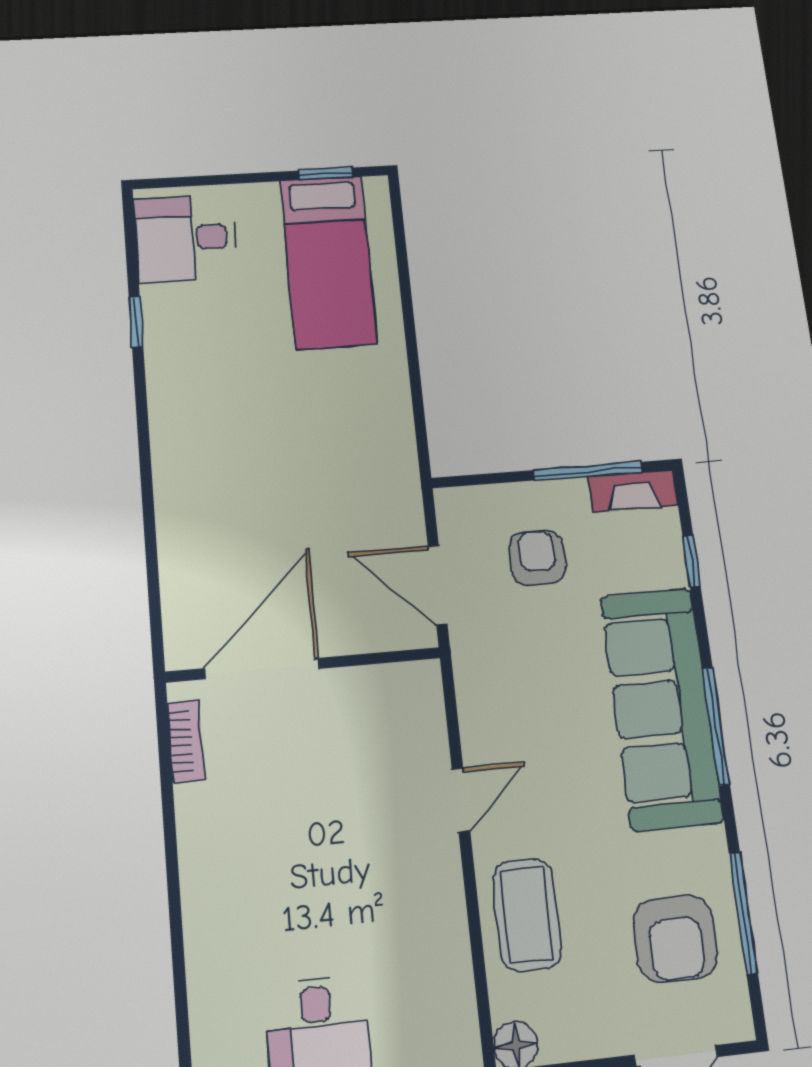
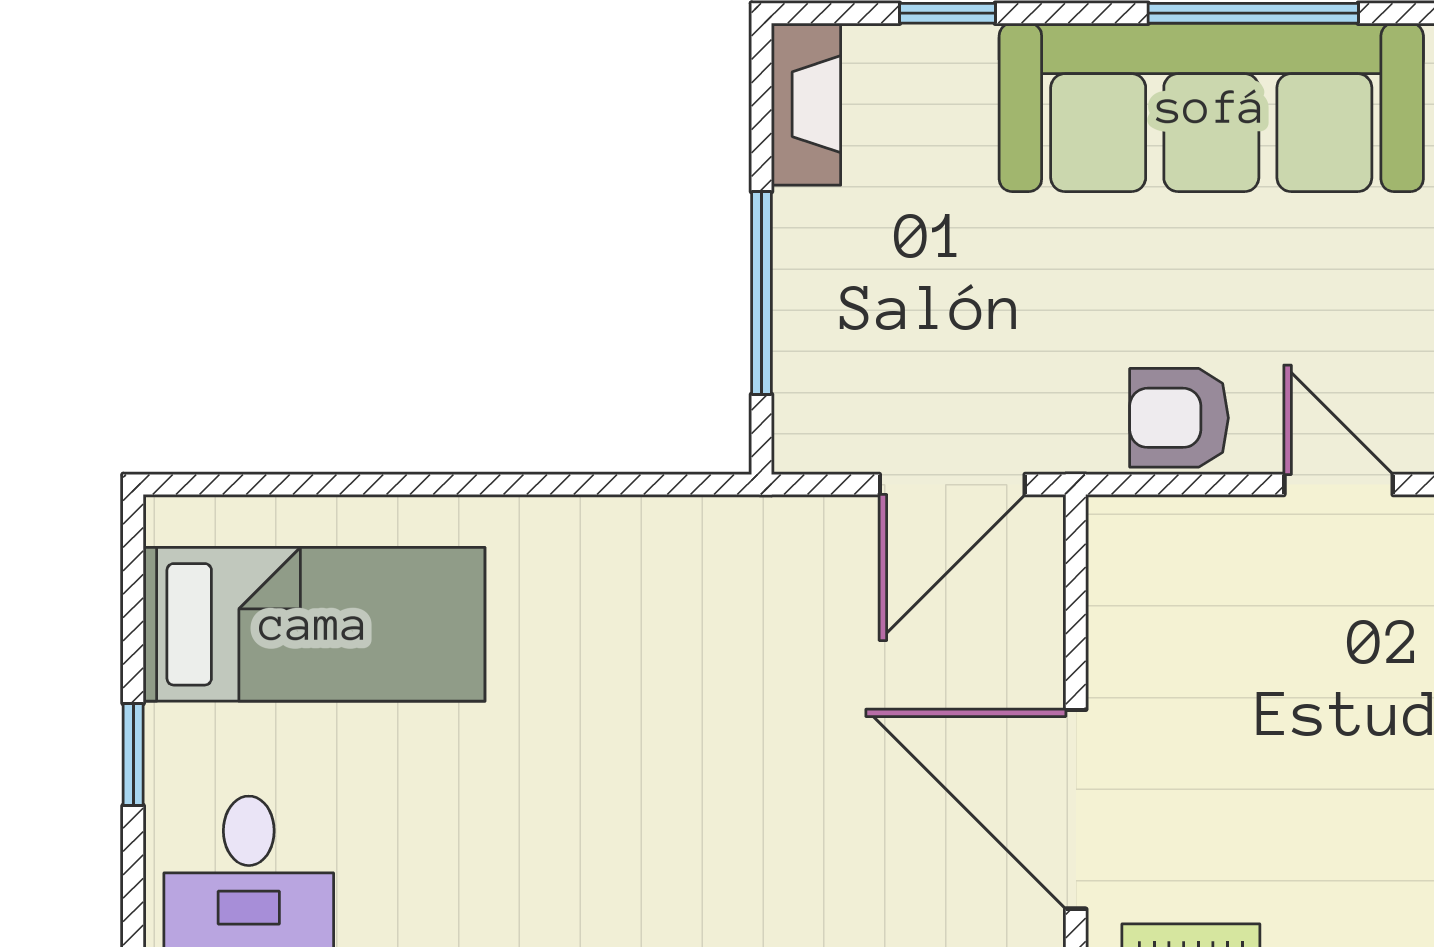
window: (325, 174) -> (133, 754), moved
window: (588, 471) -> (762, 293), moved
armchair: (537, 558) -> (1179, 418), moved

